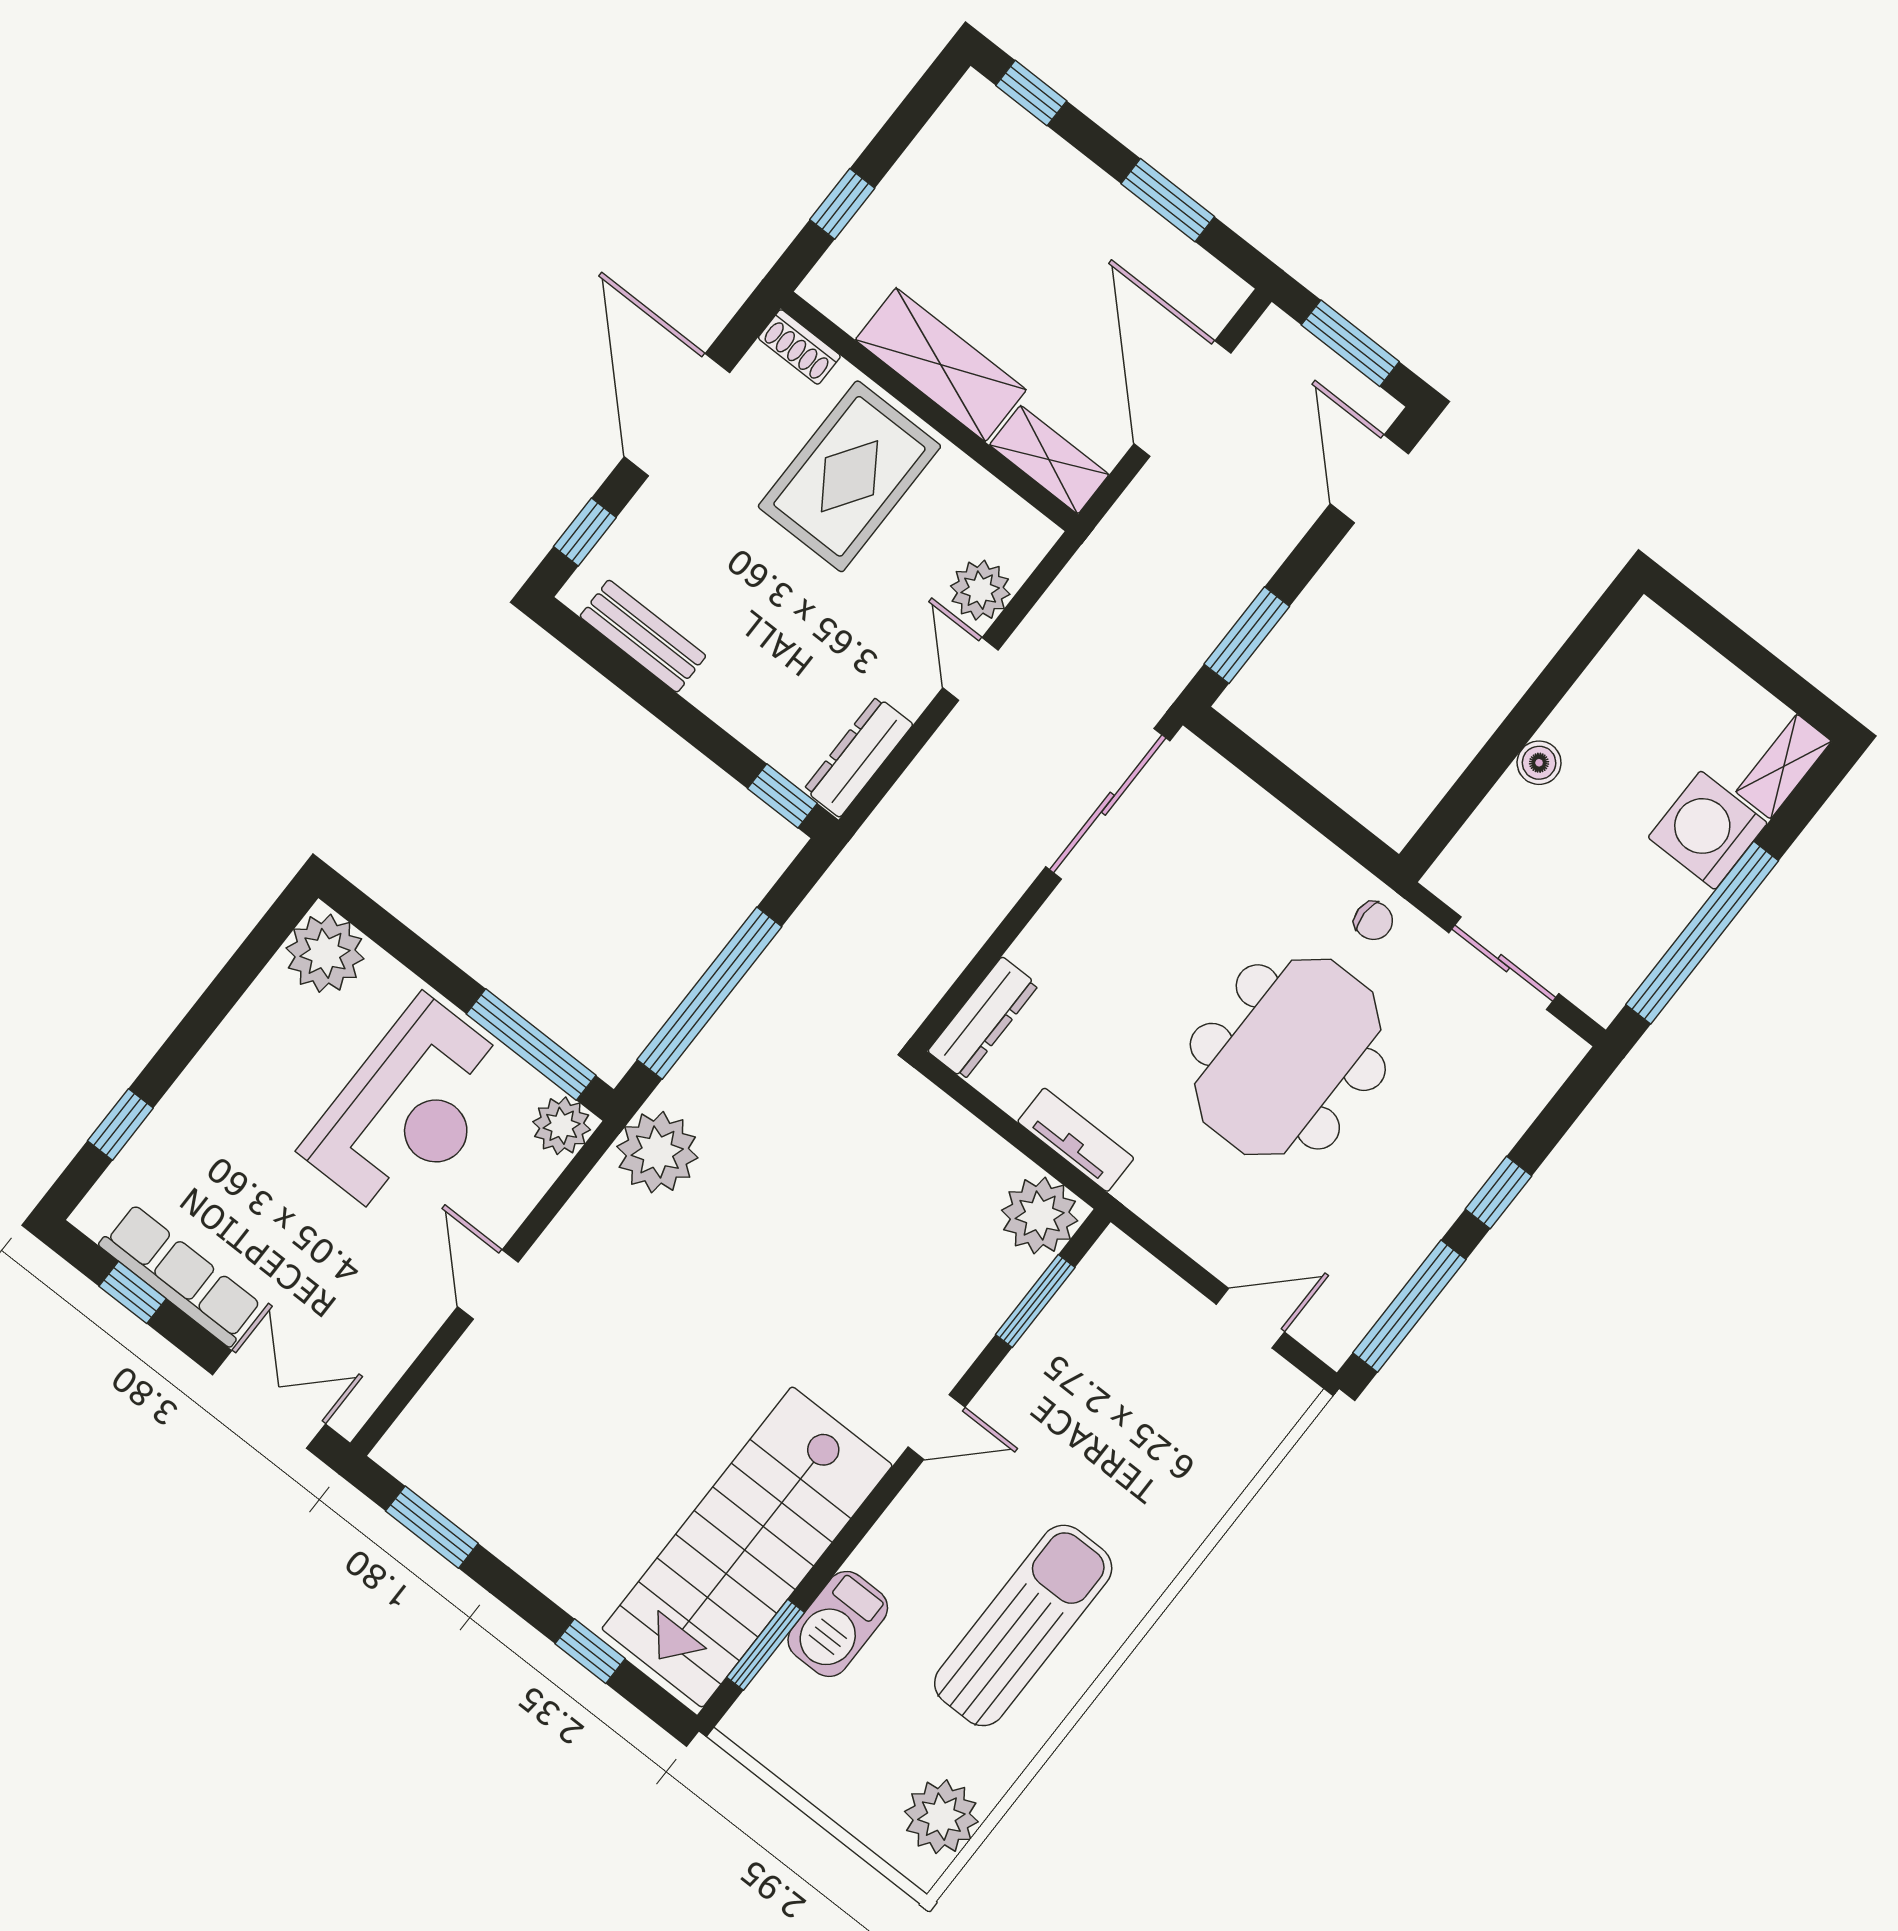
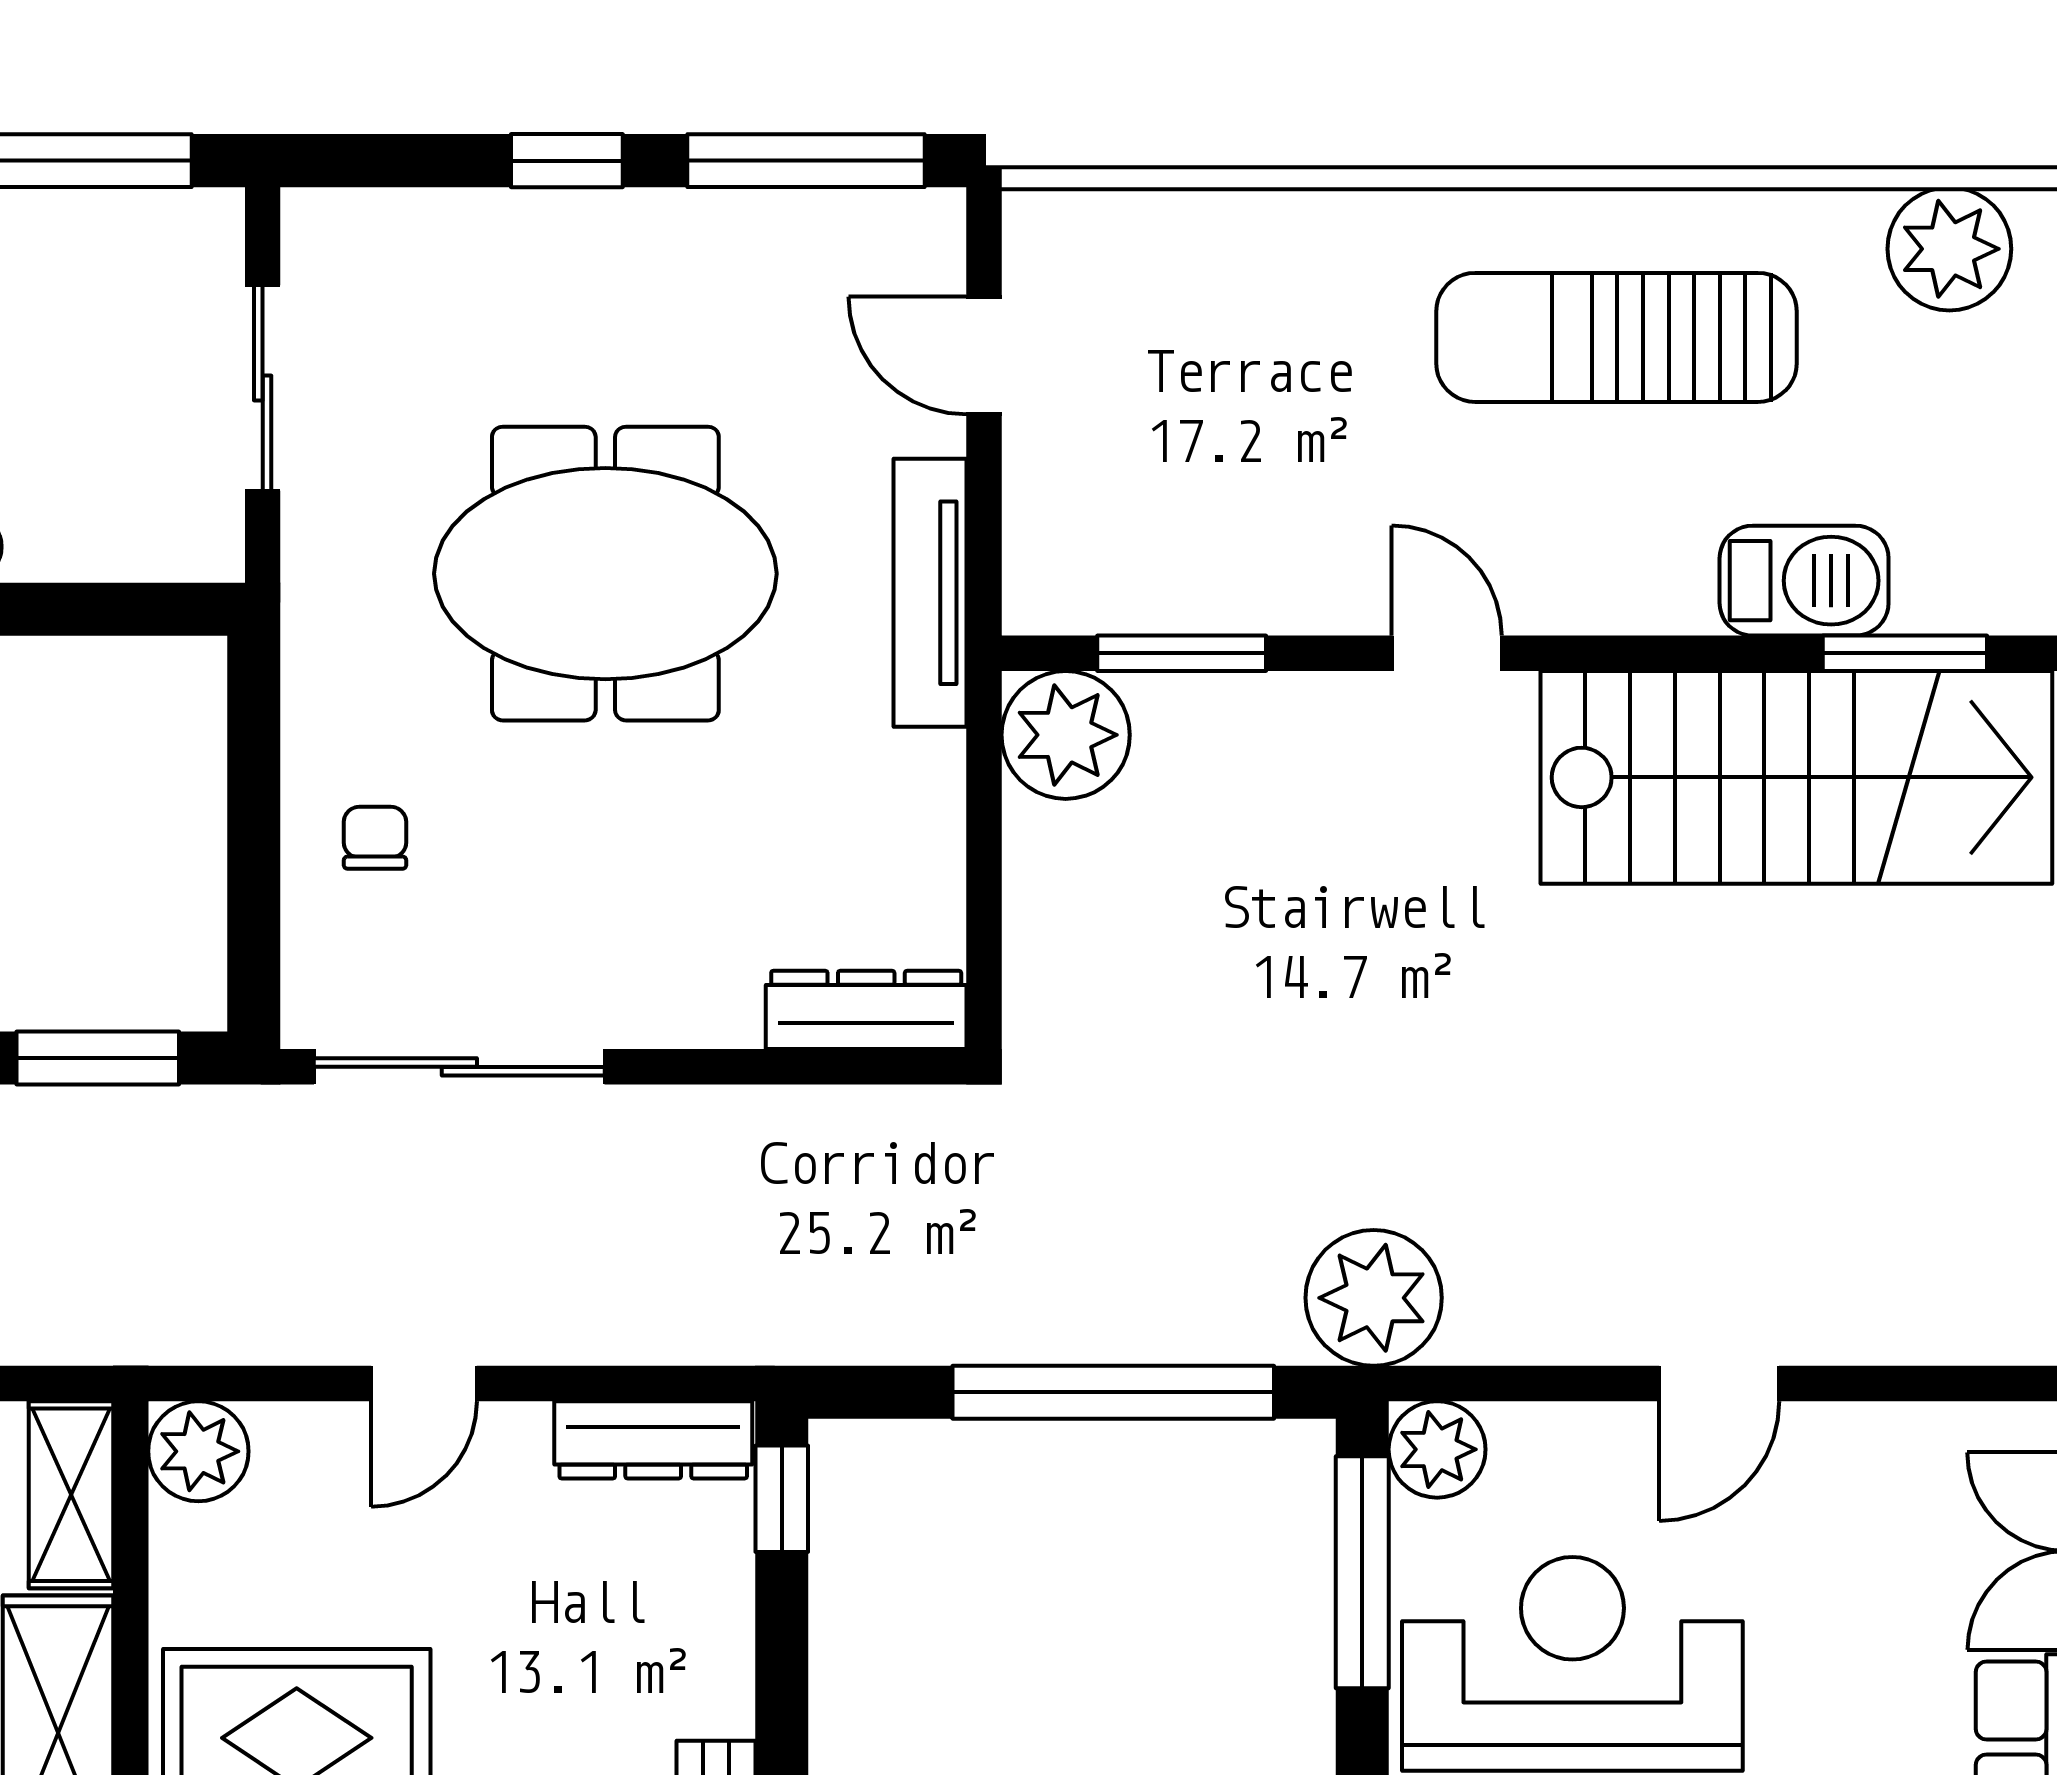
plant: (980, 590) -> (198, 1451), moved
chair: (1373, 921) -> (375, 838), moved
tv unit: (1076, 1140) -> (930, 593), moved, width x1.41

